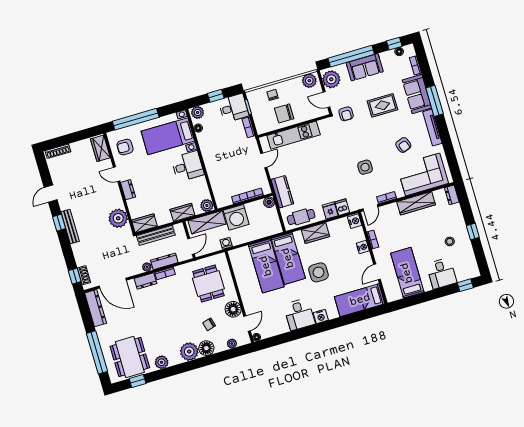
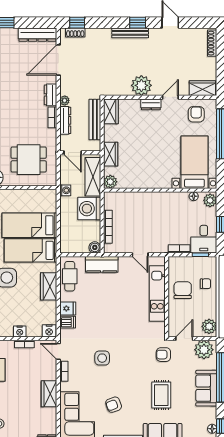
desk: (188, 166) -> (157, 174), removed
wardrobe: (416, 203) -> (49, 394), width x0.67
plant: (118, 218) -> (141, 85), moved

